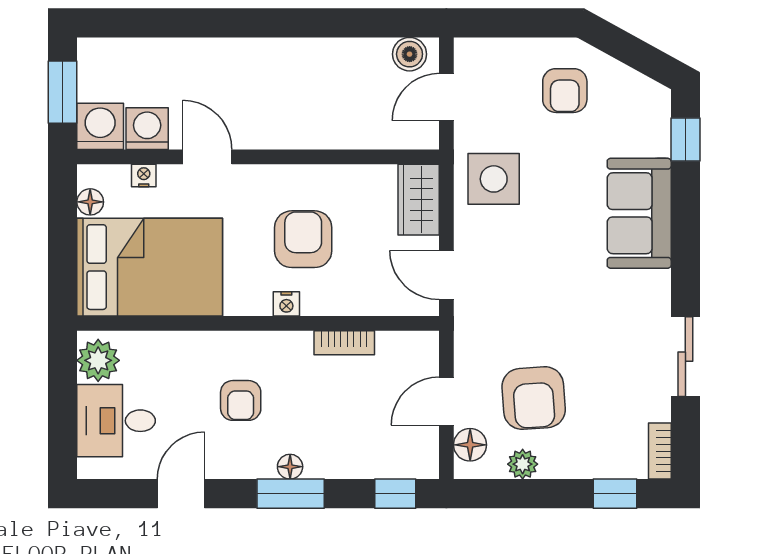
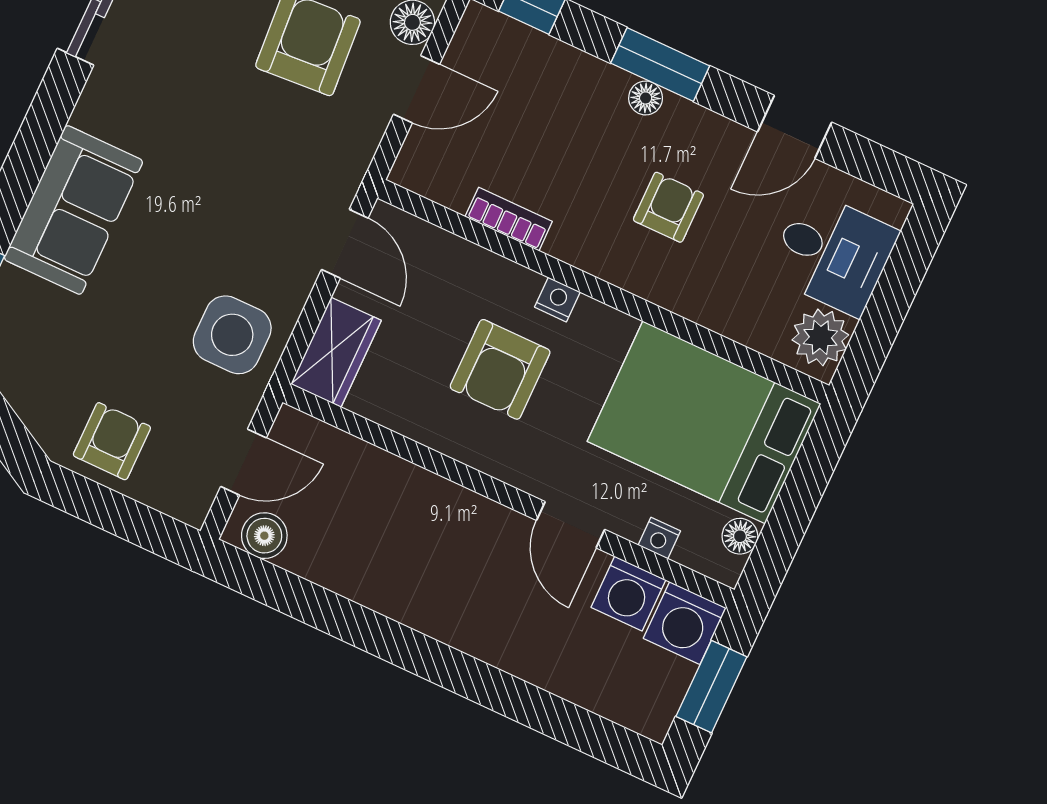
armchair: (565, 91) -> (112, 441), moved

